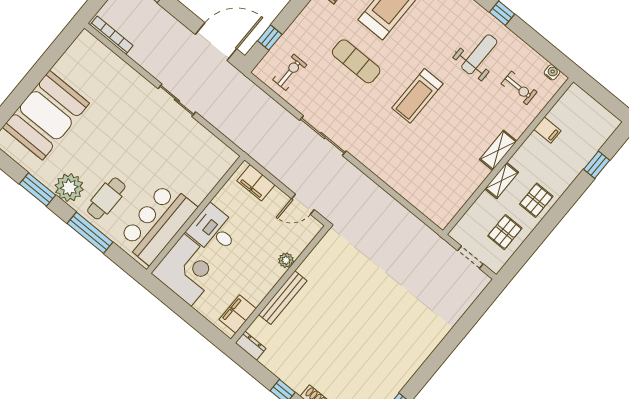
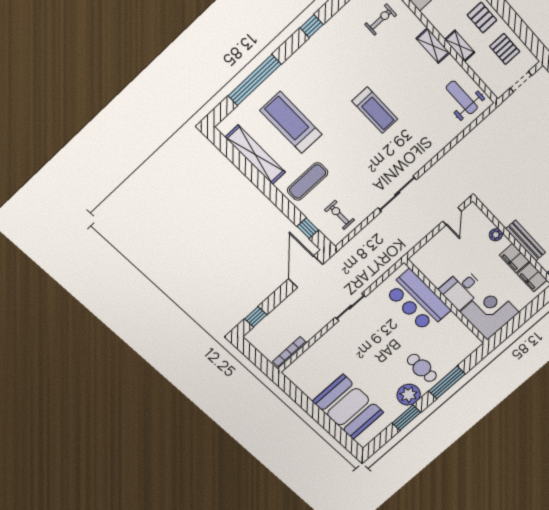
weight bench: (479, 54) -> (462, 97), moved
exercise mat: (356, 61) -> (308, 181), moved
filing cabinet: (256, 183) -> (514, 258), moved, turned 90
bar counter: (157, 223) -> (418, 301), moved

